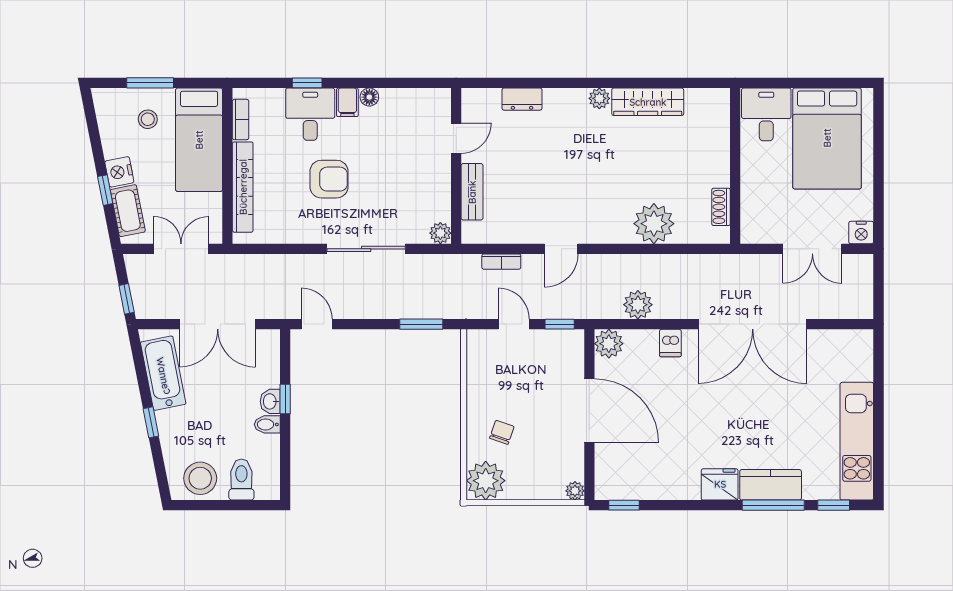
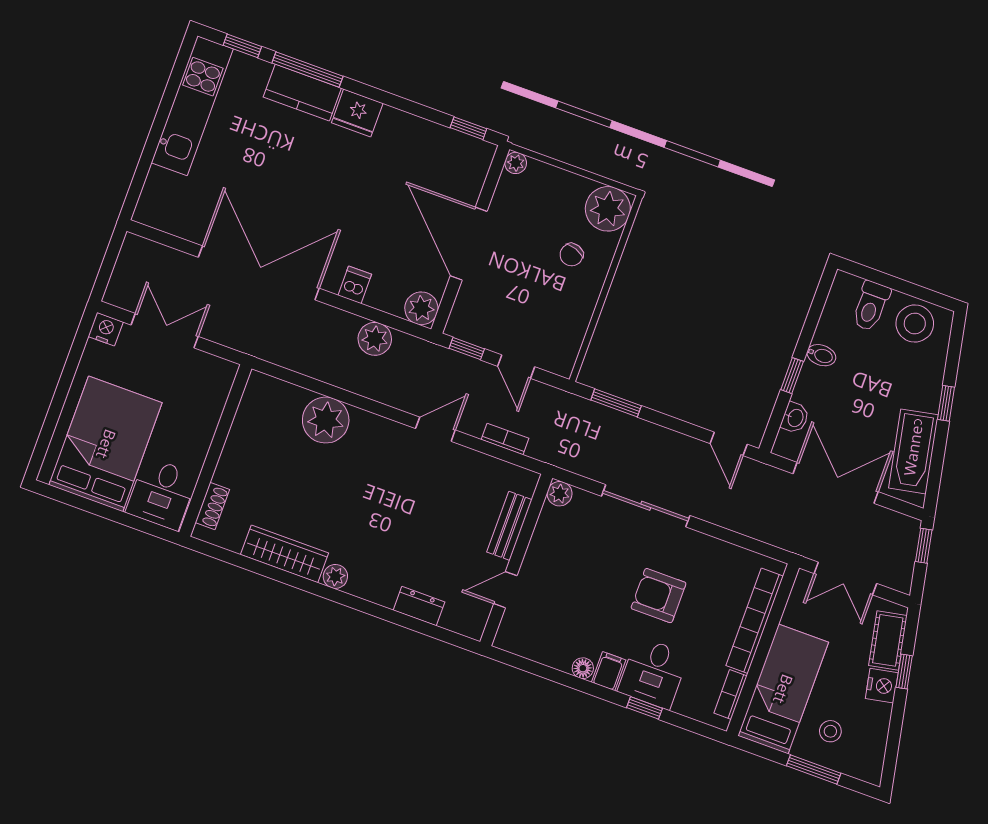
shoe rack: (721, 207) -> (212, 506), moved
washbasin: (270, 401) -> (795, 418), moved

